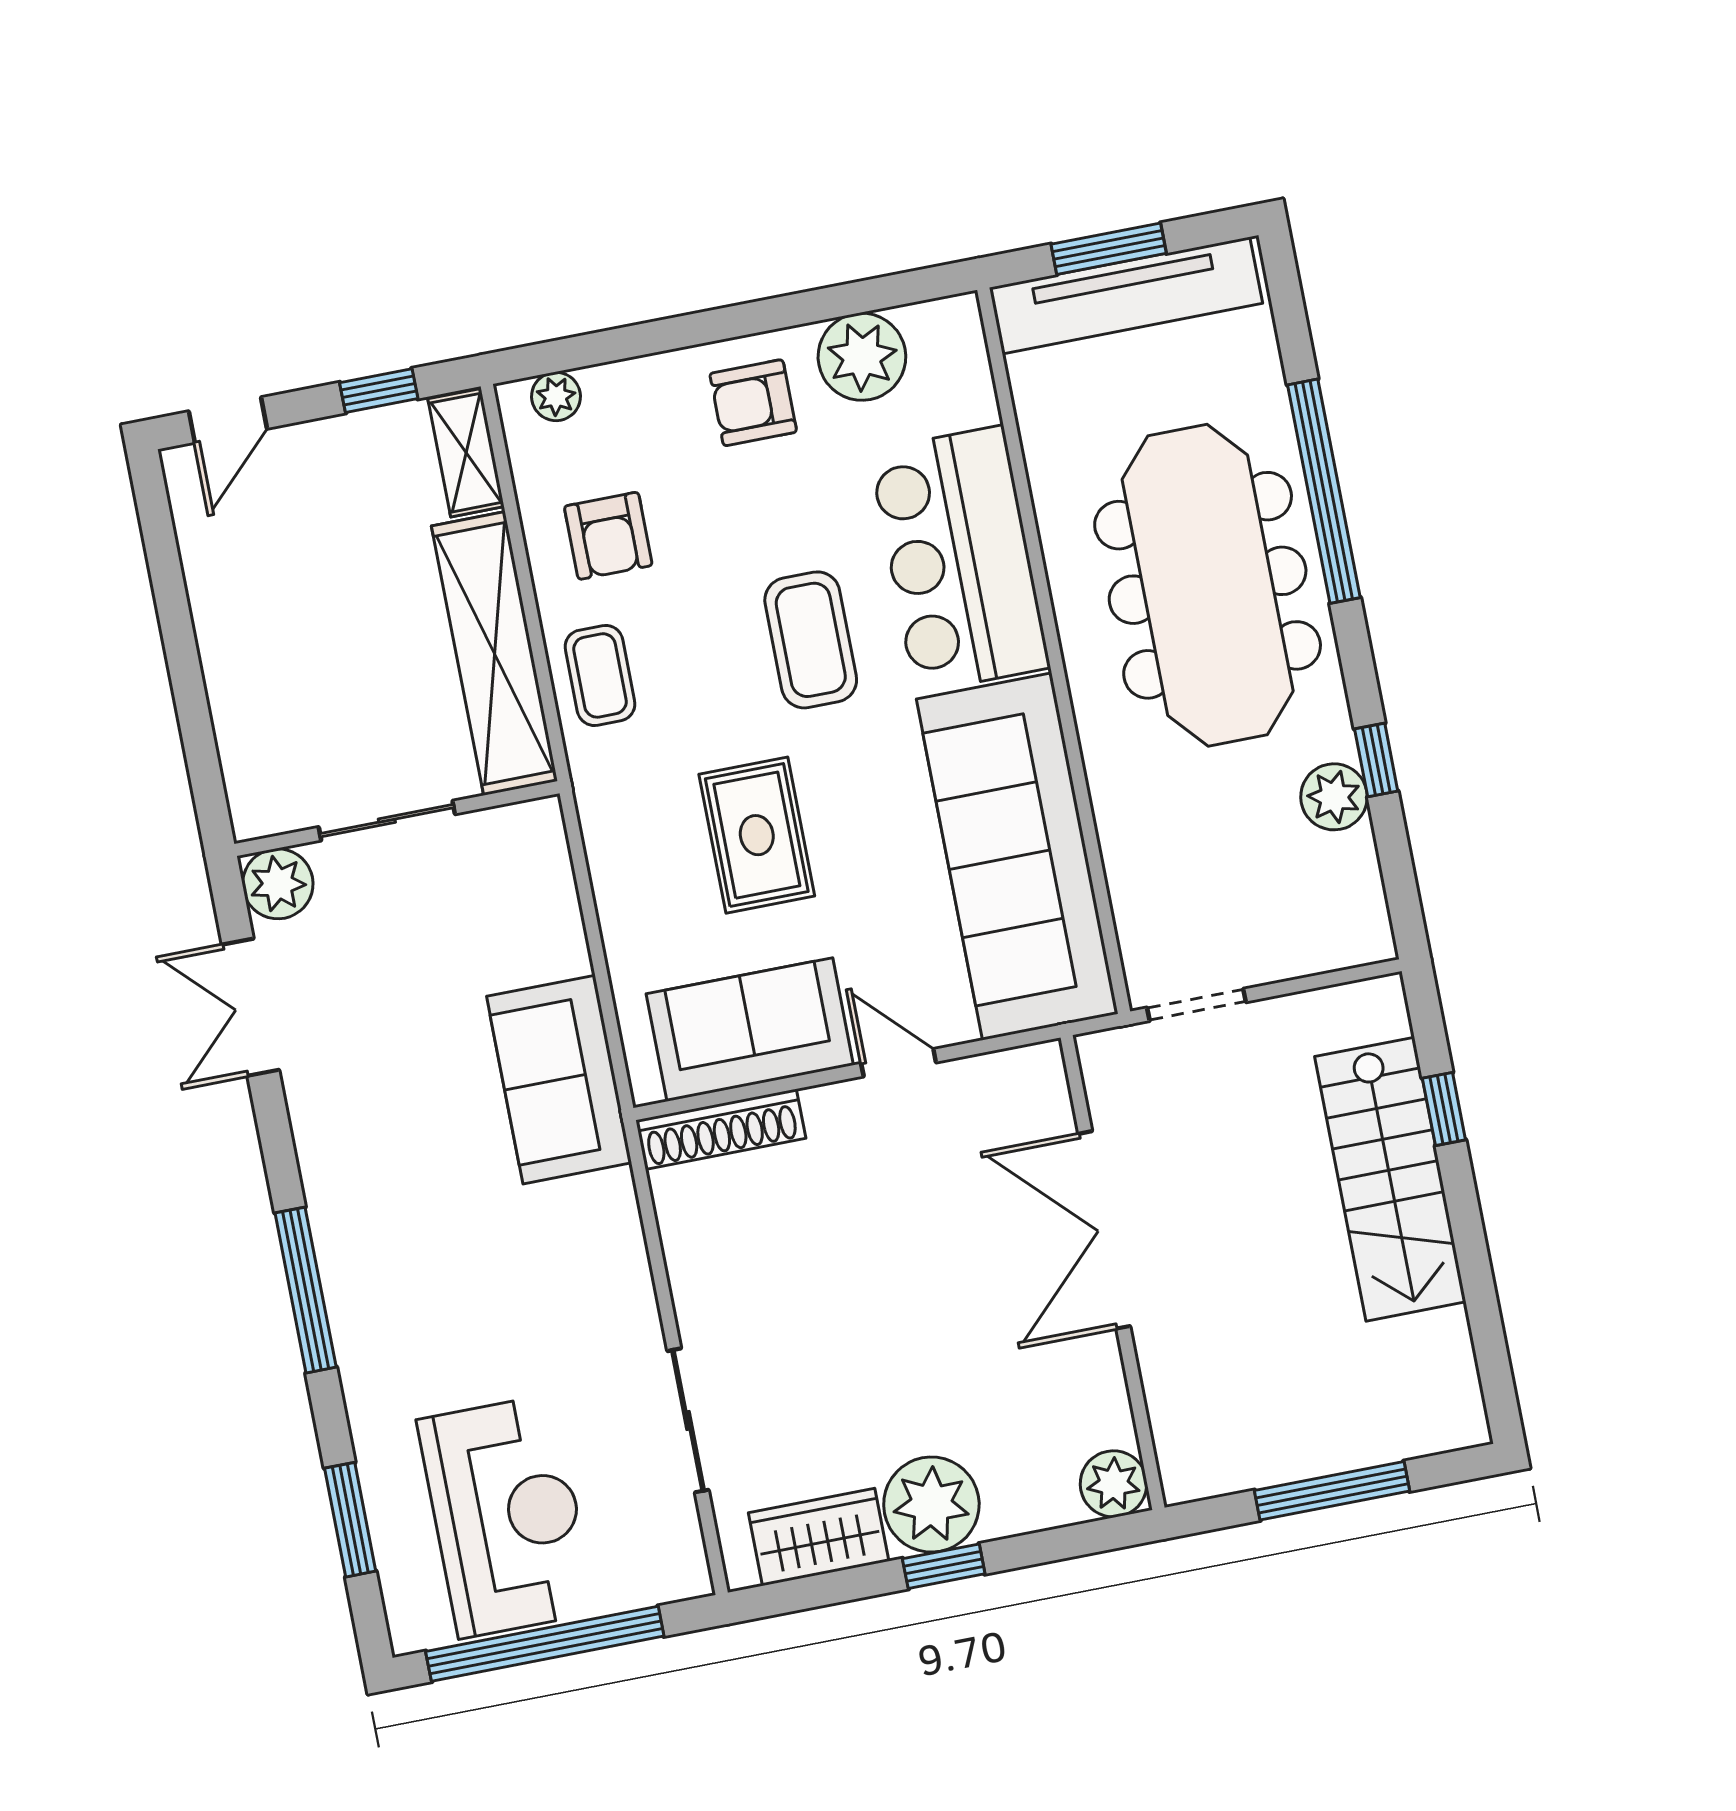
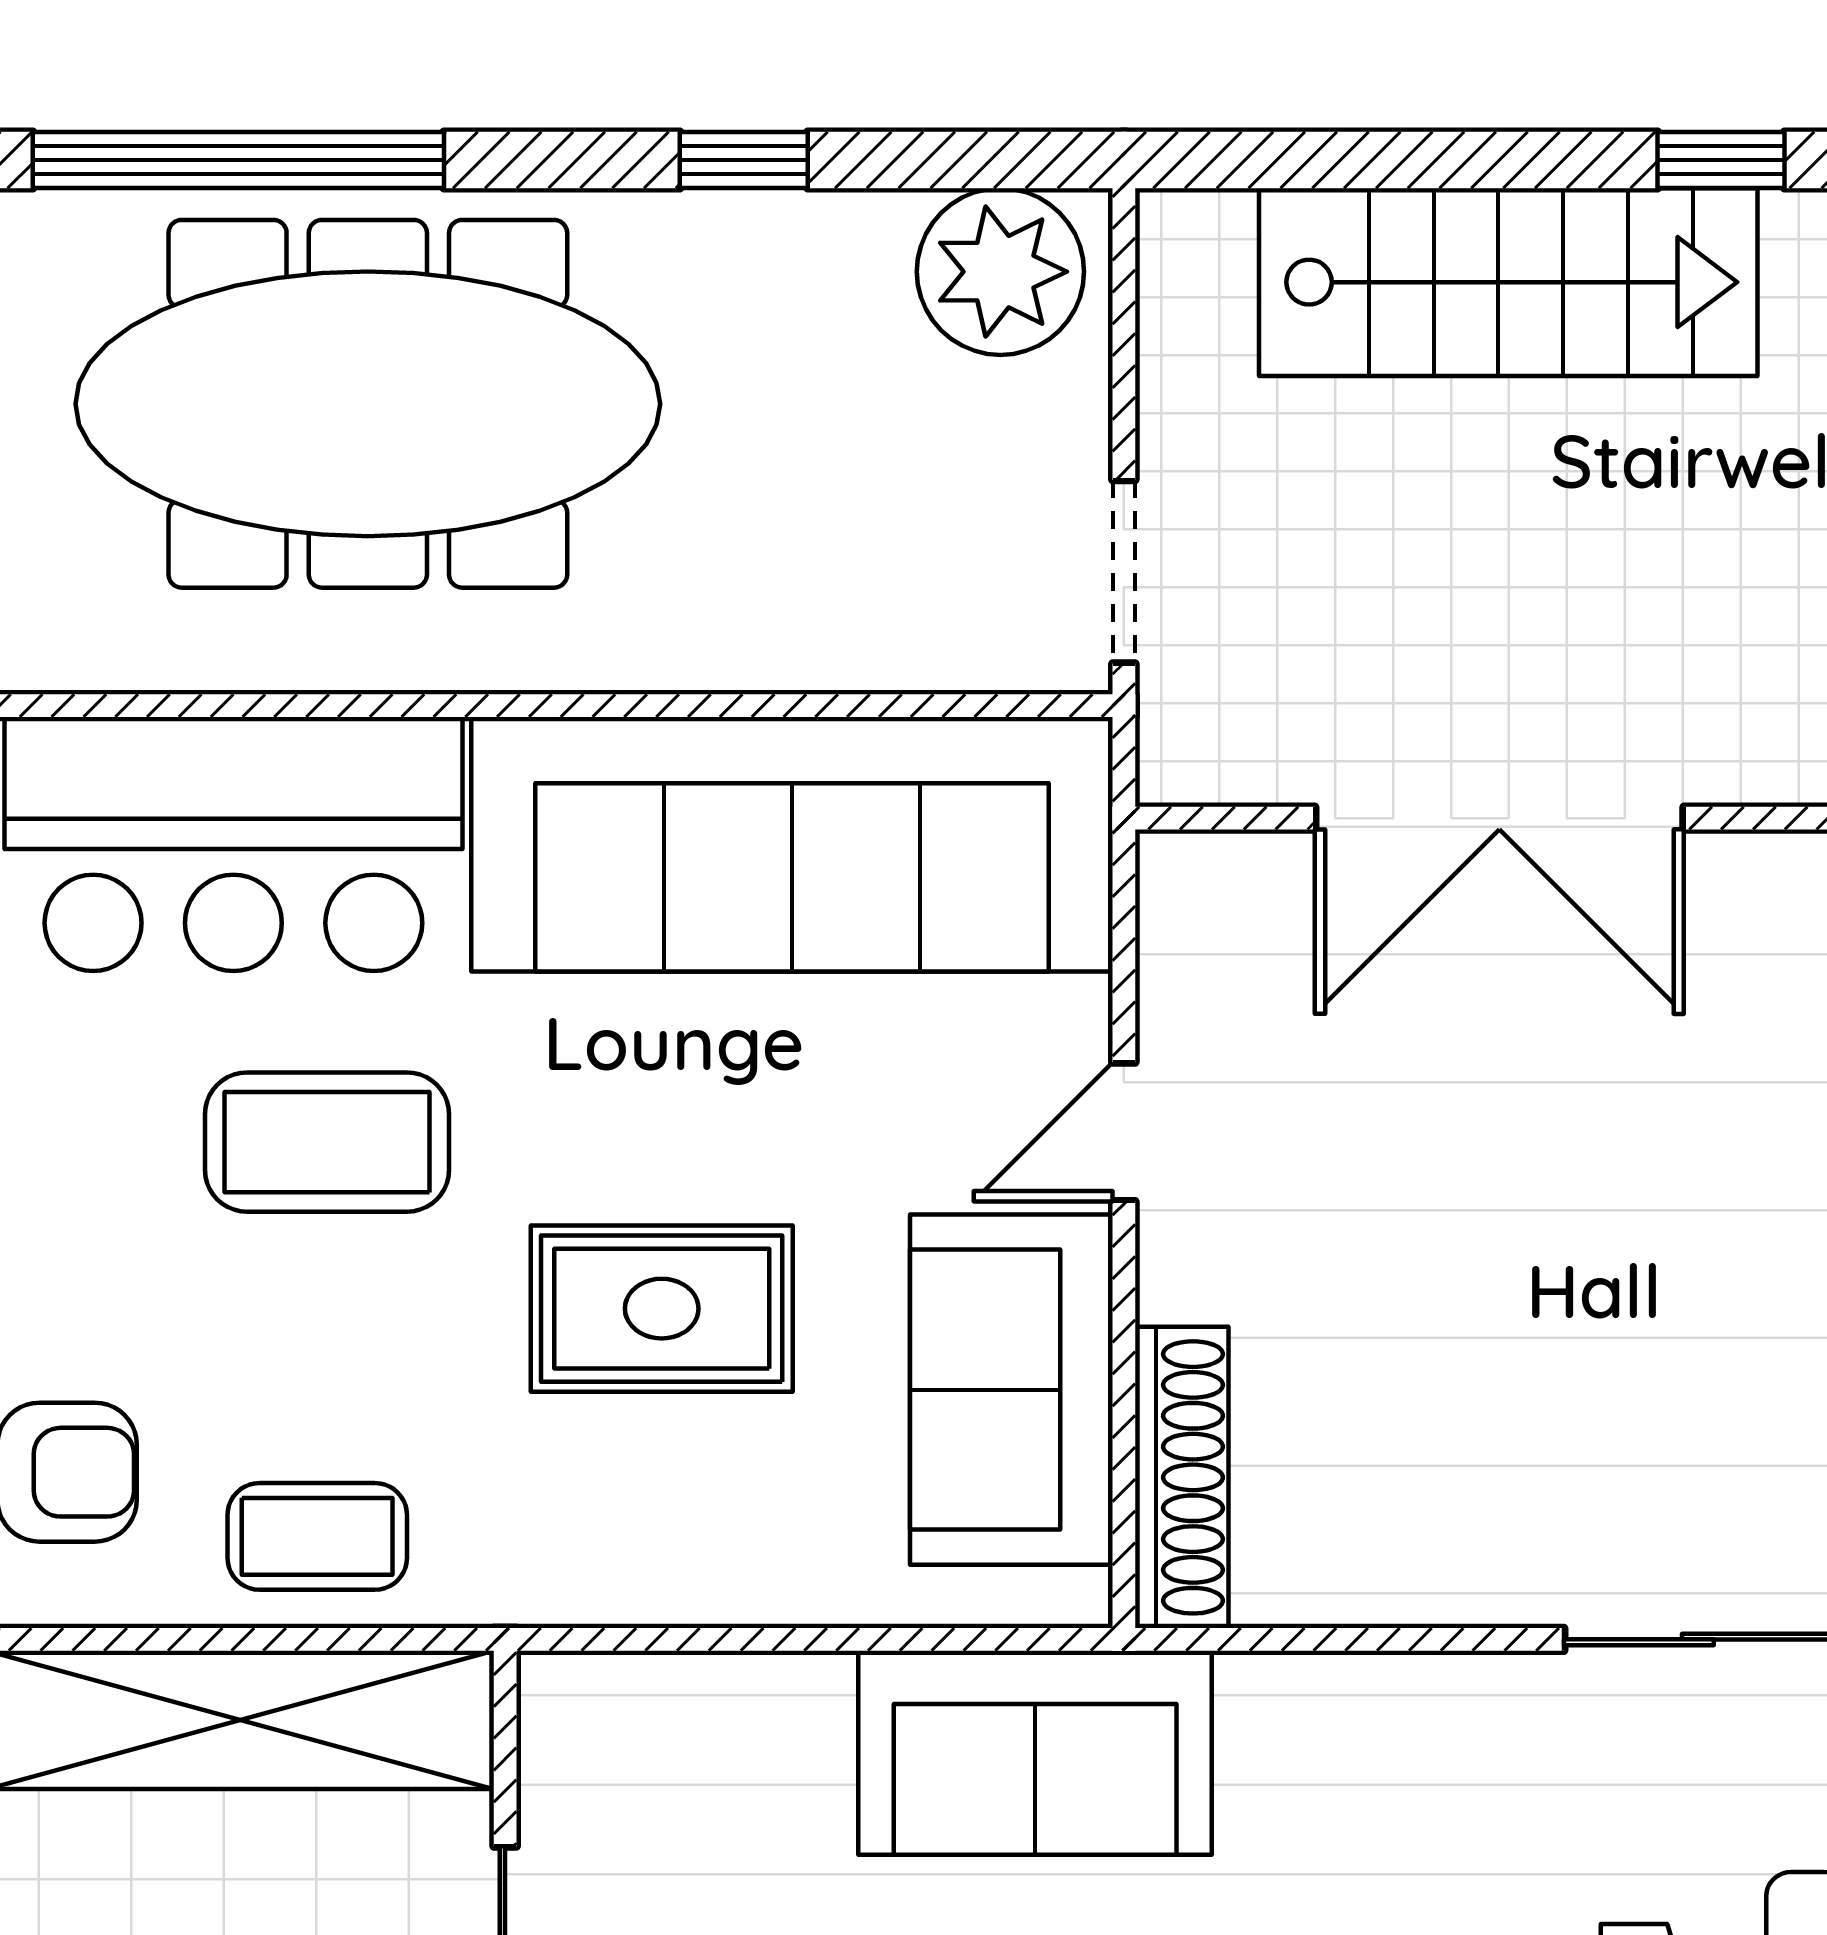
plant: (1334, 797) -> (1000, 272), moved, width x1.36, depth x1.36
window: (1444, 1109) -> (1721, 160), moved

